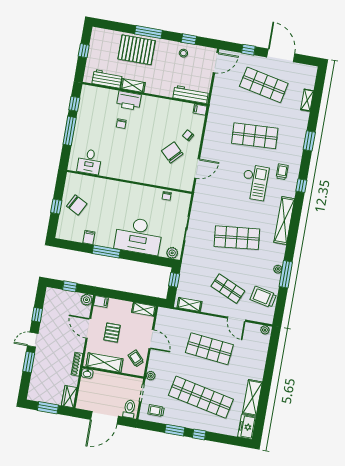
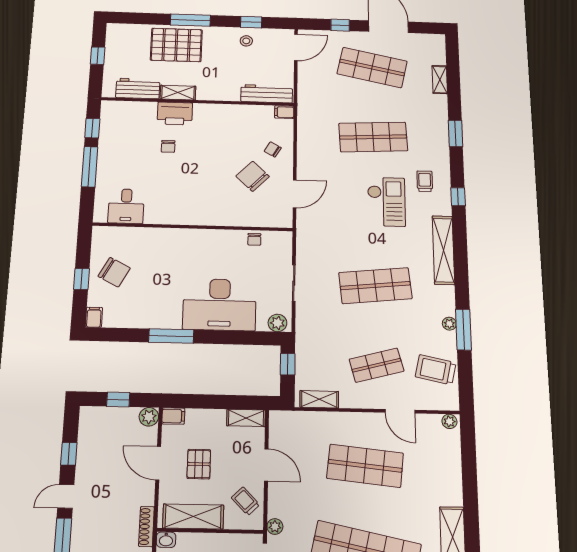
filing cabinet: (89, 237) -> (94, 317), moved
shop shelf: (228, 289) -> (377, 365), turned -39

